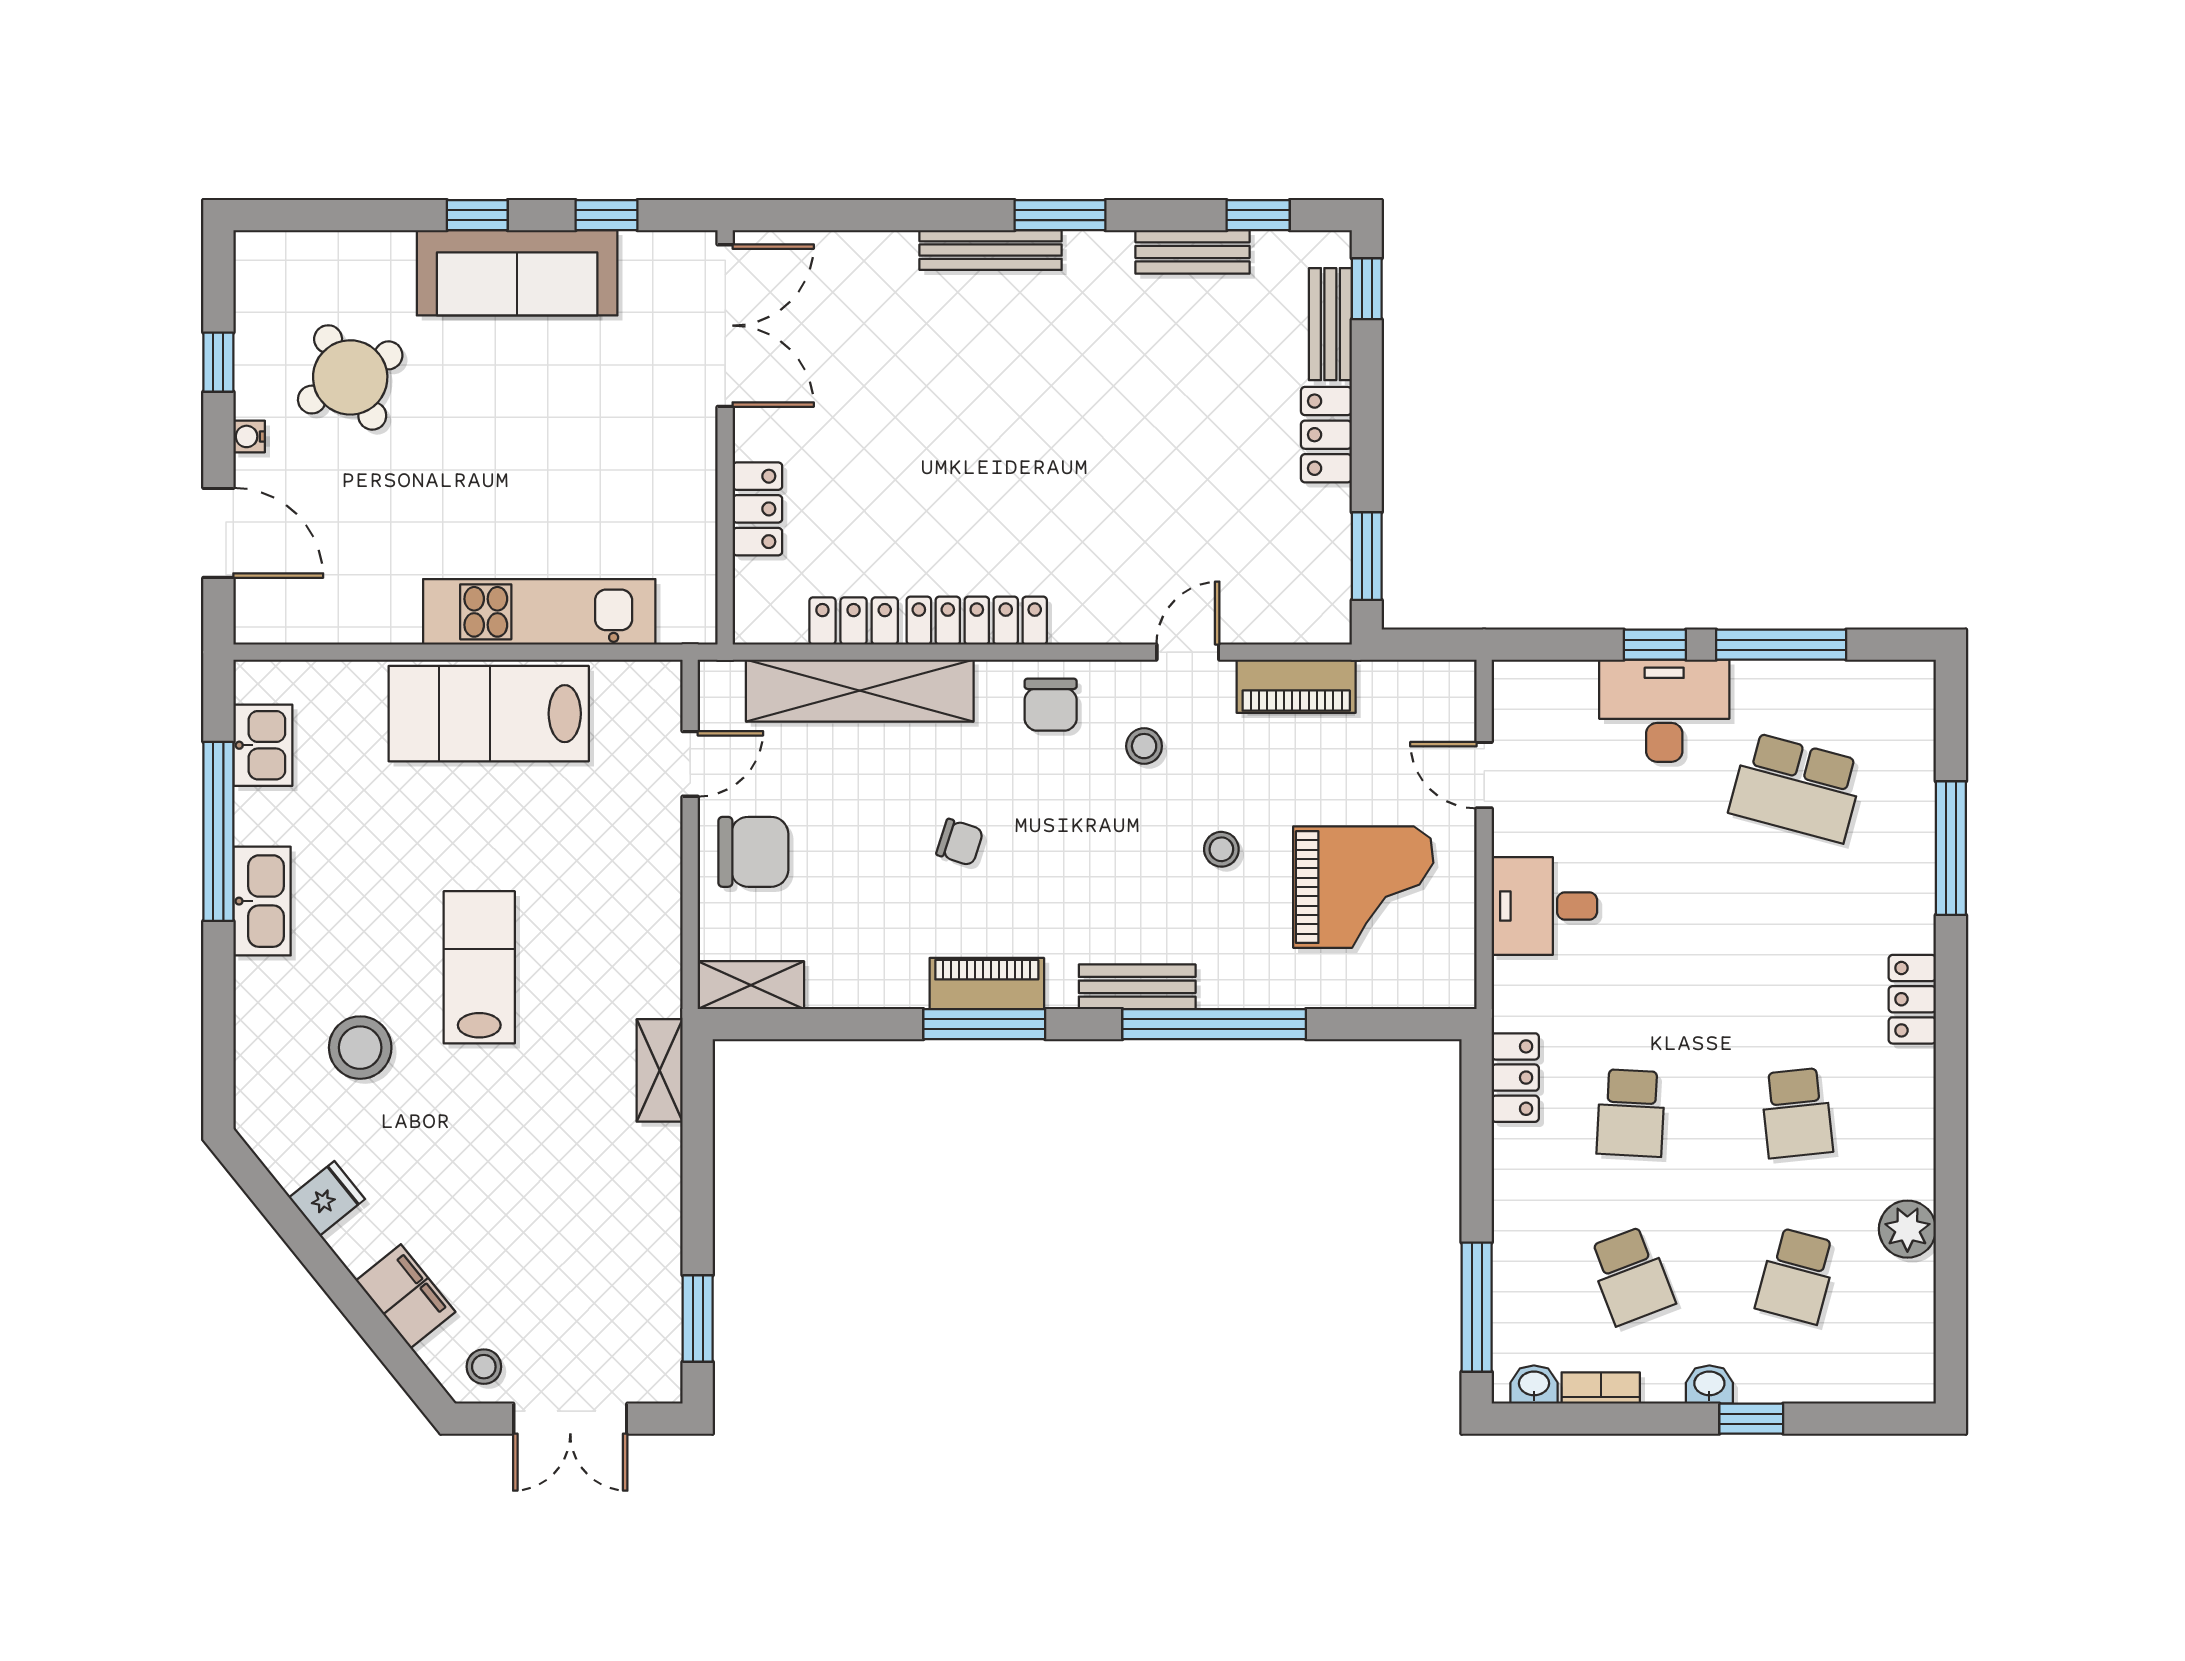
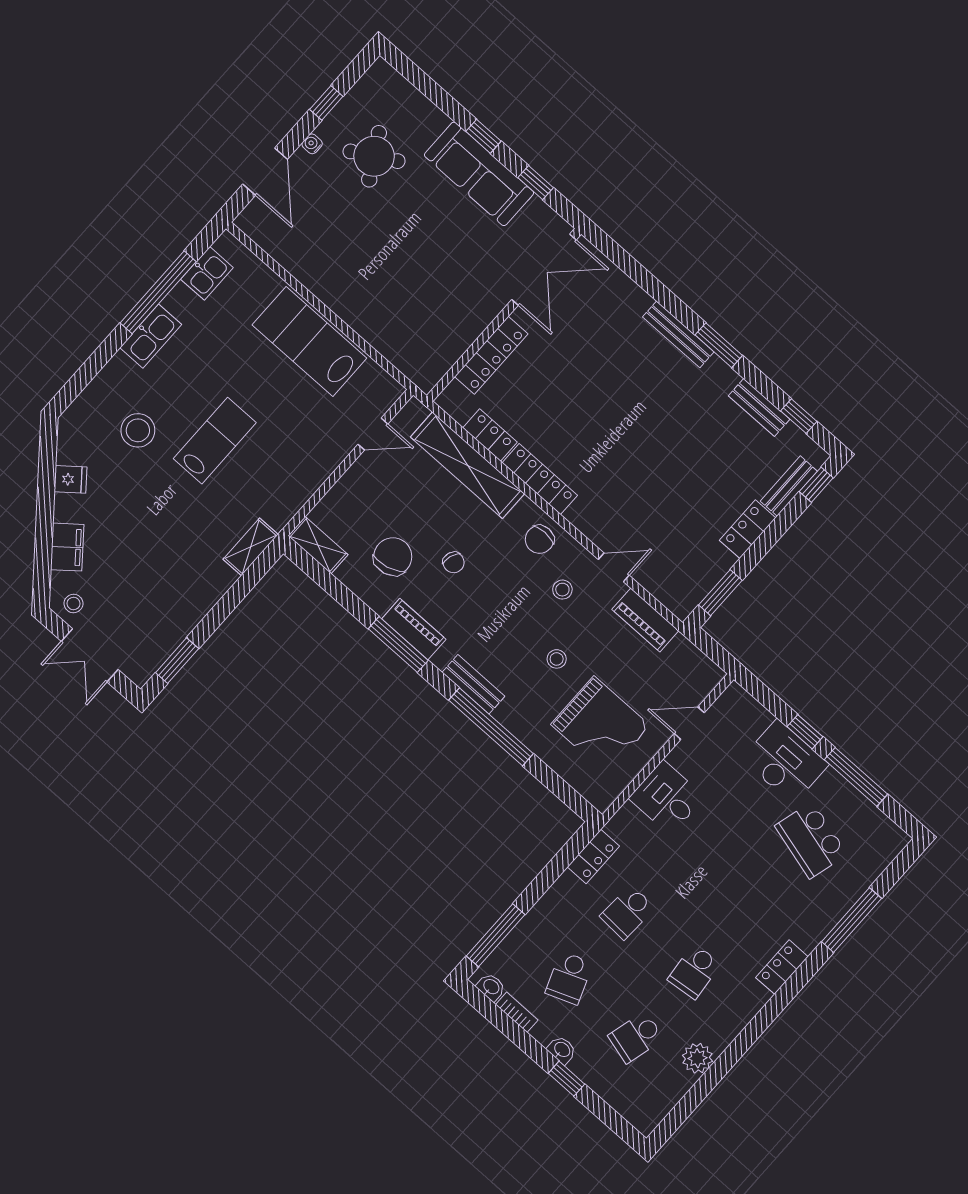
locker: (757, 509) -> (491, 355), width x1.53
kitchen unit: (539, 612) -> (366, 319), removed
door: (1484, 775) -> (689, 723), hinge flipped
chair: (753, 852) -> (393, 557), moved, turned -104

